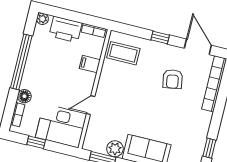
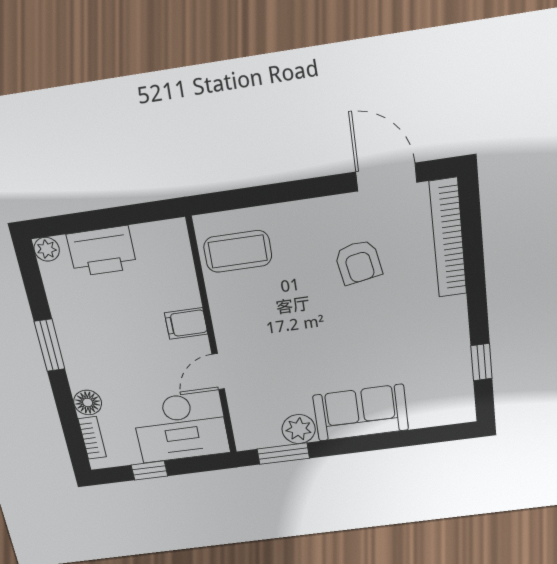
bookcase: (94, 30) -> (158, 231), removed
window: (160, 37) -> (299, 190), removed
window: (21, 62) -> (50, 345), width x0.47
filing cabinet: (90, 64) -> (186, 323), moved

